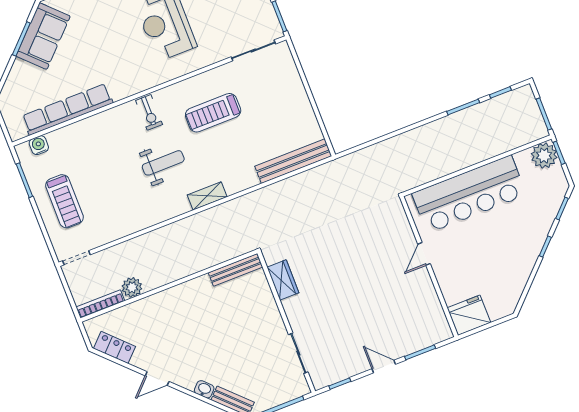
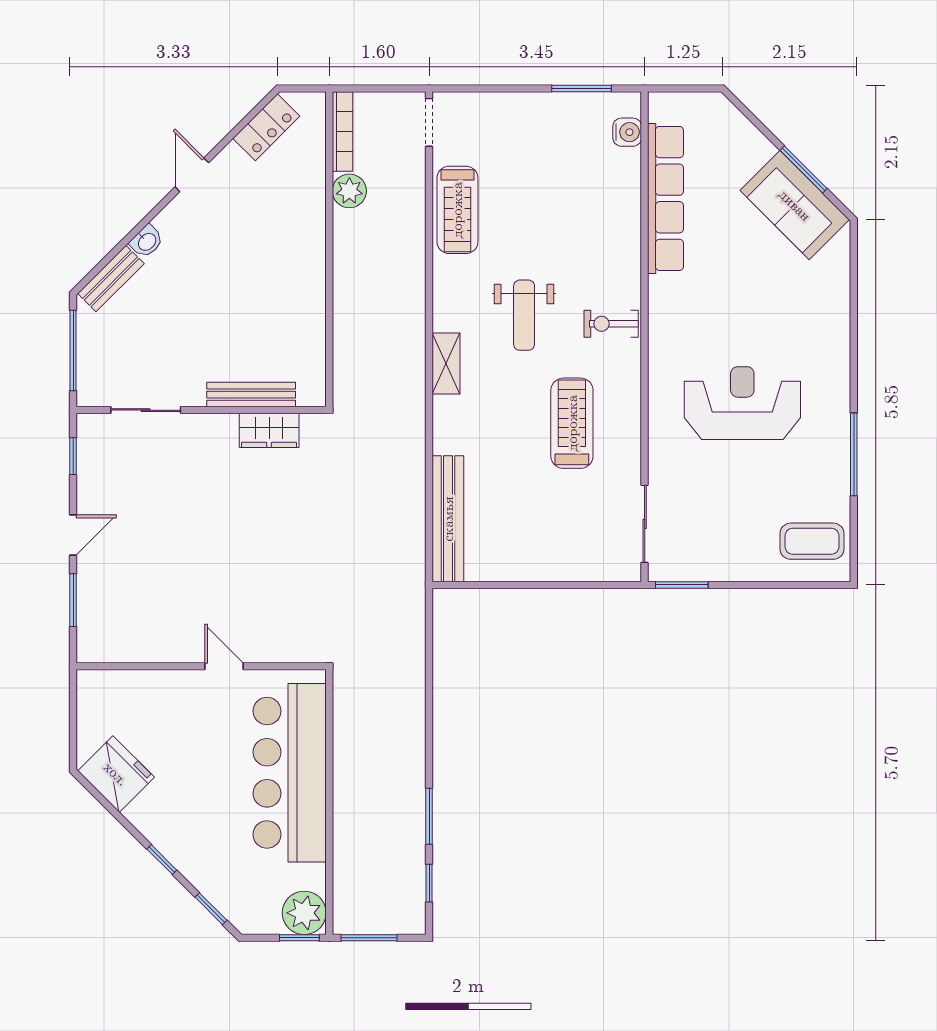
treadmill: (64, 201) -> (457, 210), moved, turned -90
bench: (235, 270) -> (251, 395), moved, turned 90
fridge: (469, 315) -> (116, 774), moved, turned -45

